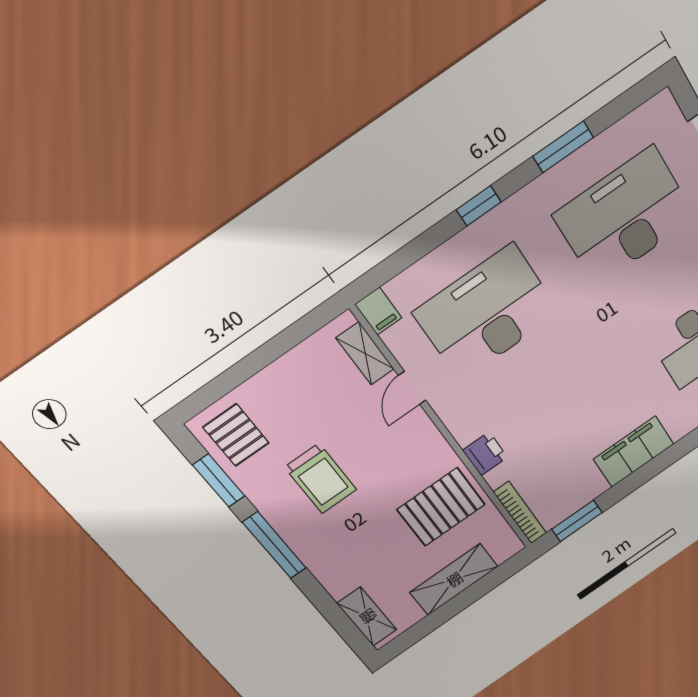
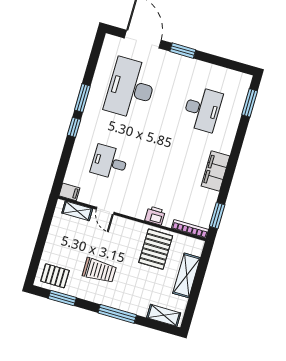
window: (563, 147) -> (82, 98), moved
desk: (487, 313) -> (109, 162), width x0.53, depth x0.77
window: (274, 545) -> (117, 314), moved

